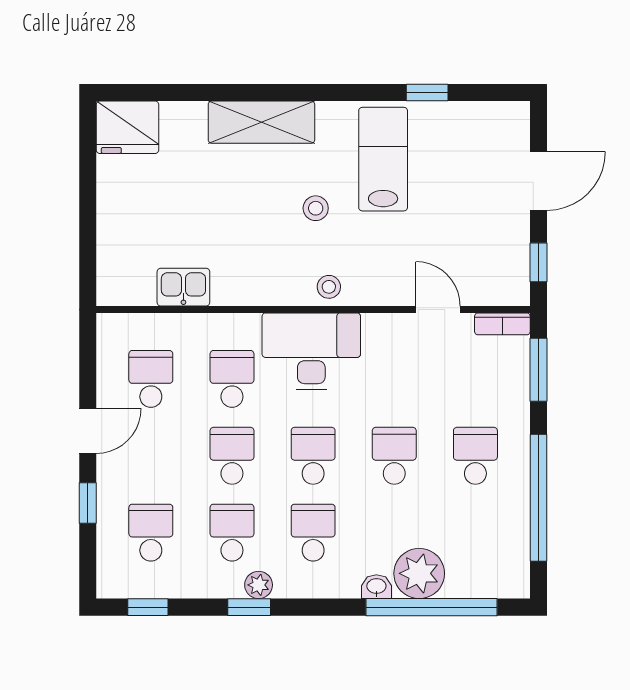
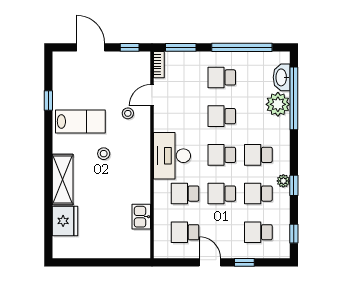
fridge: (127, 127) -> (65, 221), moved
lab bench: (383, 159) -> (80, 121), turned 180
stool: (329, 287) -> (128, 113), moved
washbasin: (376, 587) -> (282, 77), moved, width x1.91, depth x1.45

